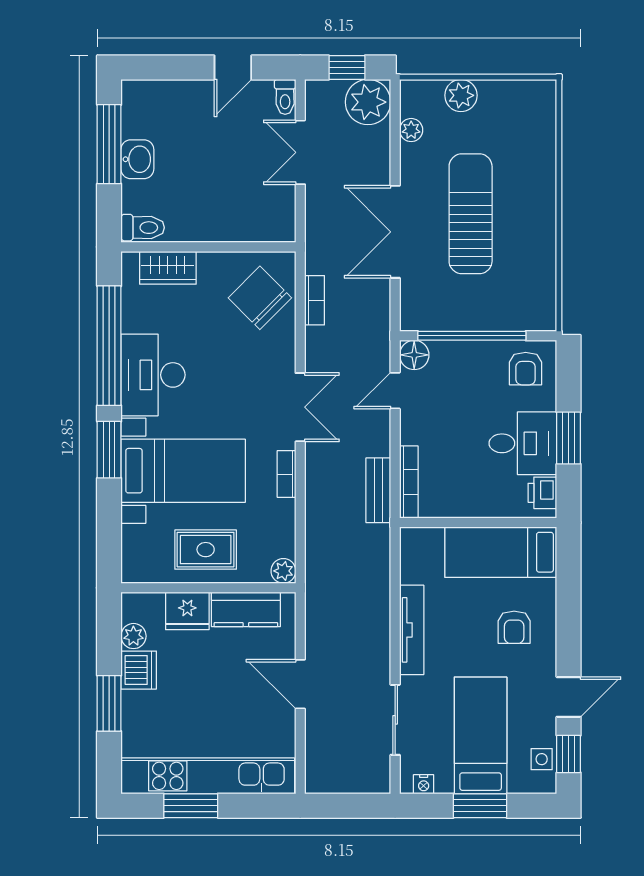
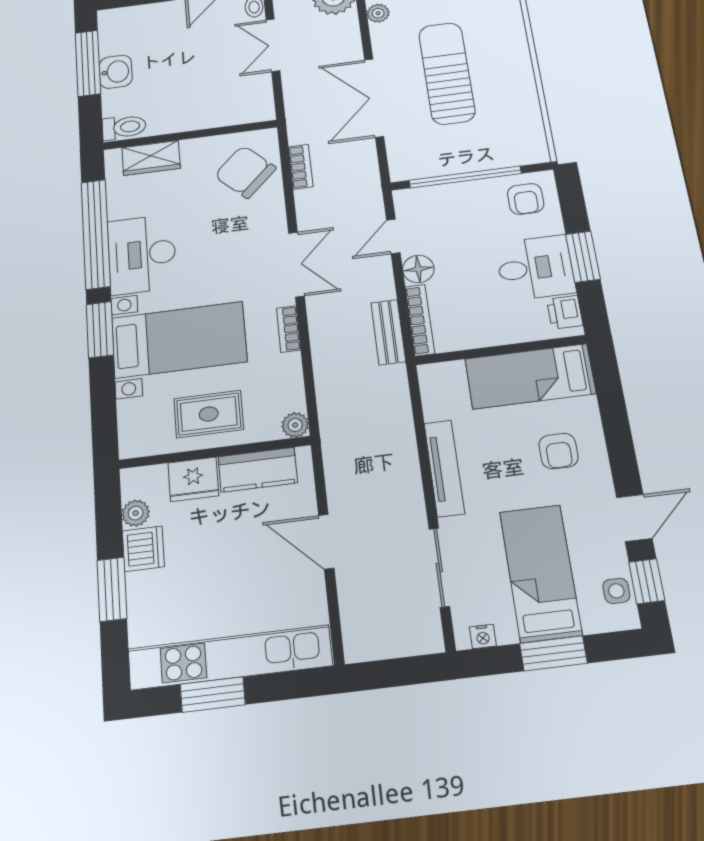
floor lamp: (414, 355) -> (418, 269), moved

